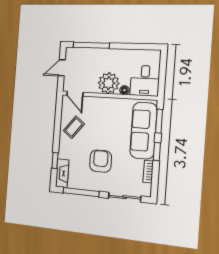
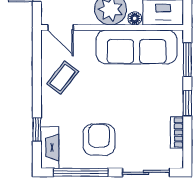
sofa: (143, 131) -> (137, 47), moved, turned -90
armchair: (101, 161) -> (99, 140), moved

